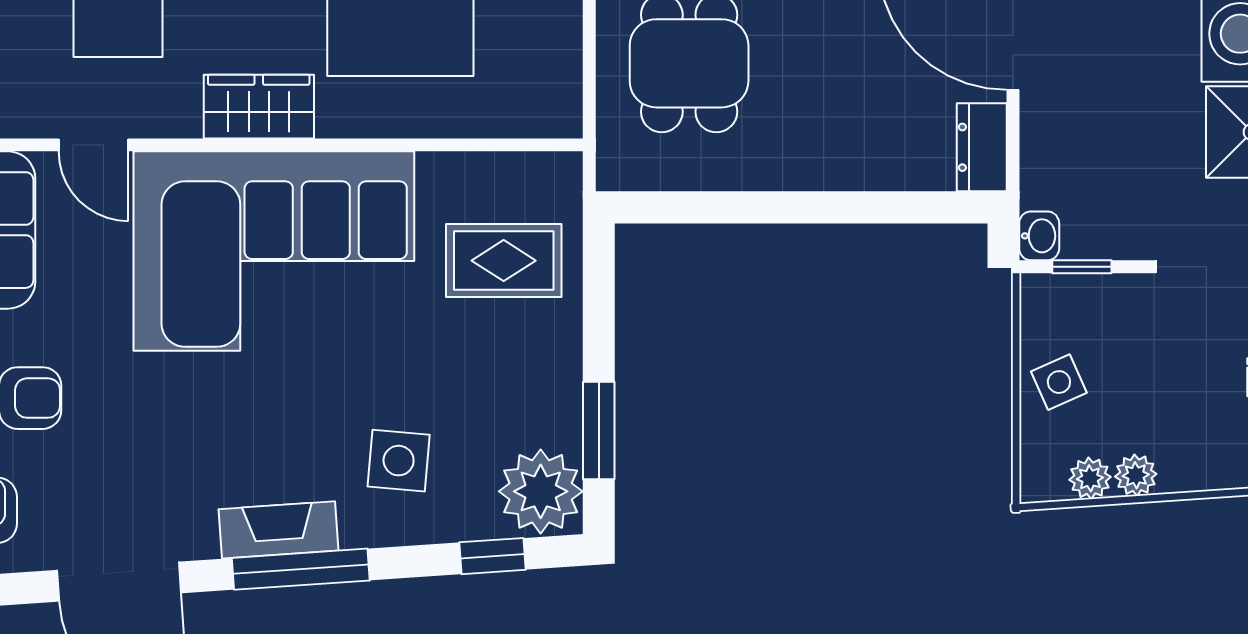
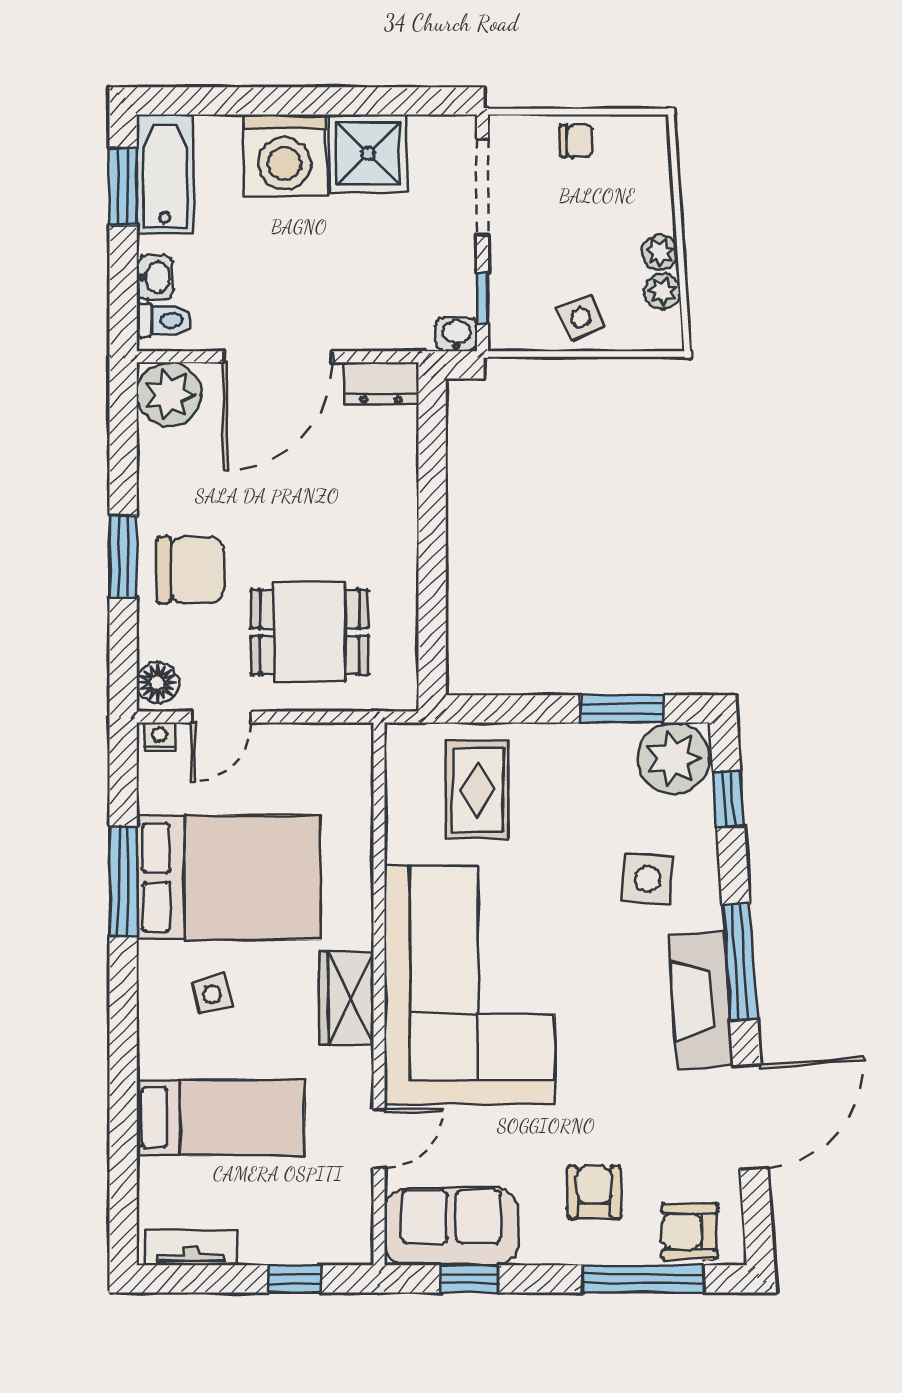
fireplace: (278, 530) -> (701, 1000), width x1.37, depth x1.32

